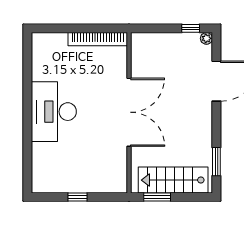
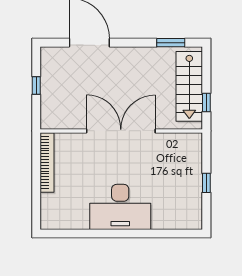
window: (191, 28) -> (36, 86), moved
plant: (206, 38) -> (46, 53), removed
window: (157, 197) -> (206, 102), width x0.67

